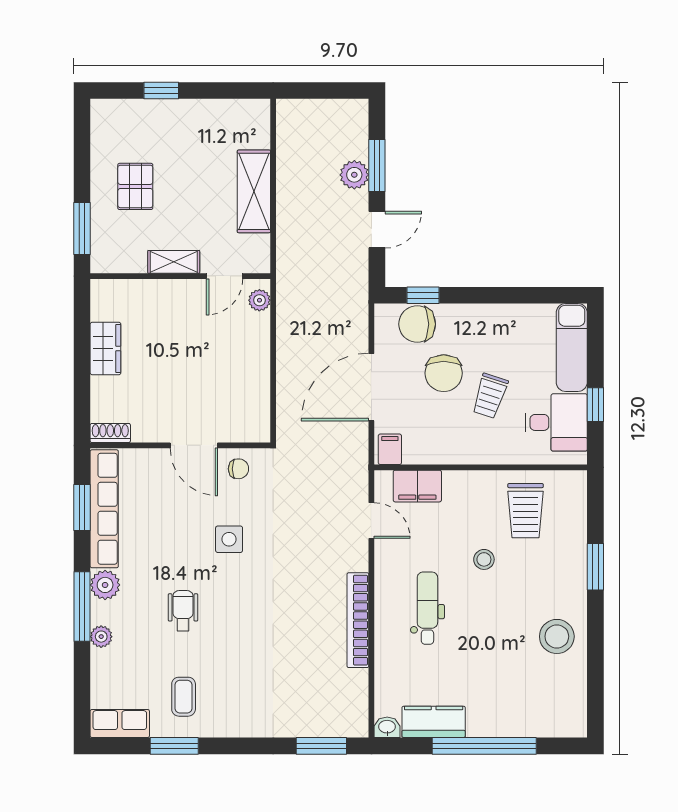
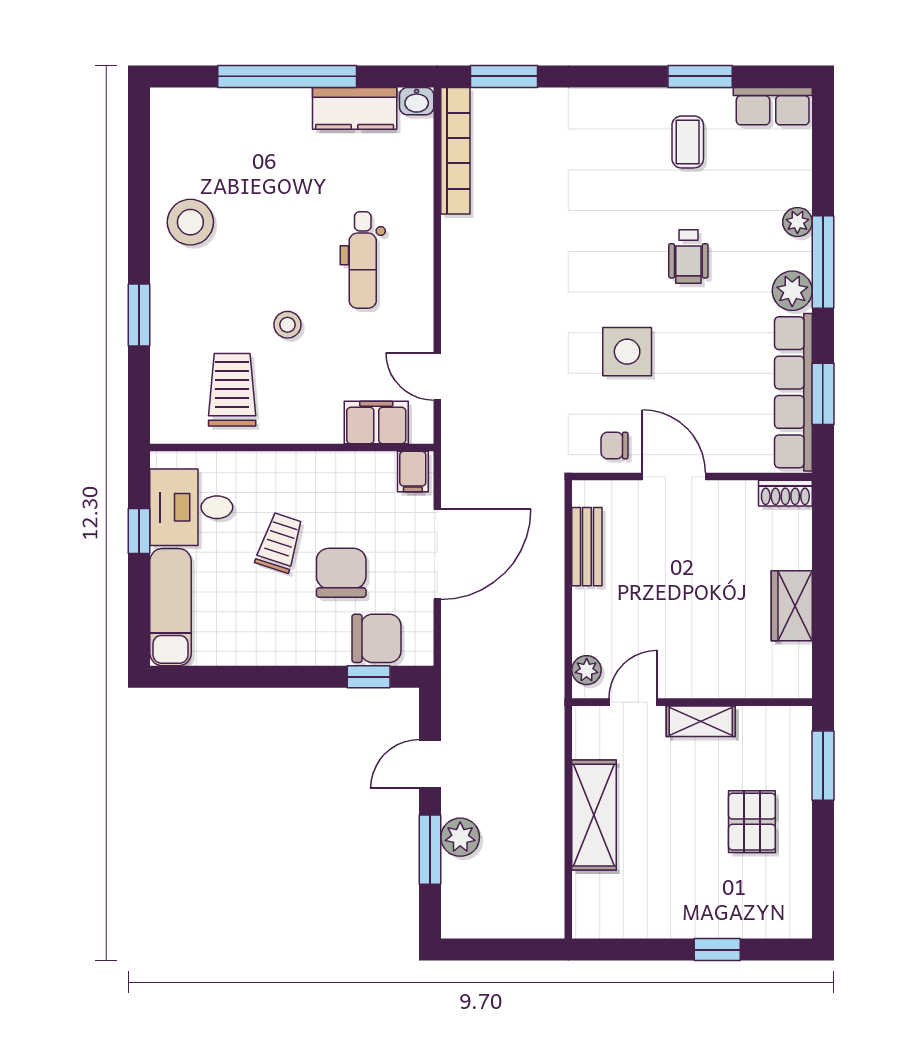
bench: (259, 393) -> (587, 547), added
side table: (229, 539) -> (627, 352), width x1.37, depth x1.37
bookcase: (358, 620) -> (455, 151), moved

